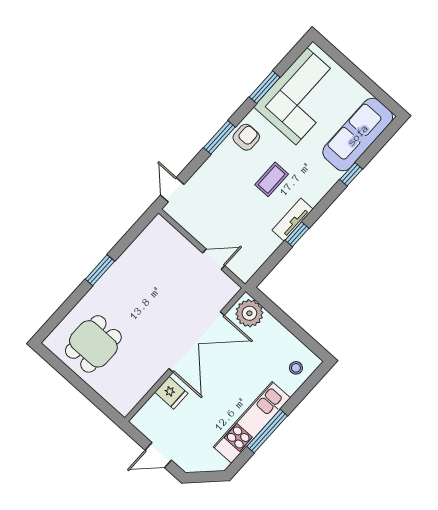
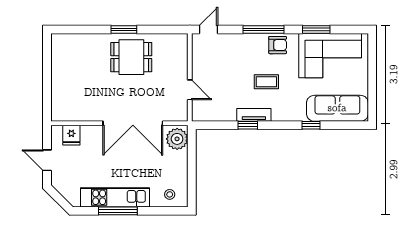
window: (219, 137) -> (264, 30), width x1.44
dining table: (93, 344) -> (131, 57), moved
fridge: (171, 393) -> (71, 135), moved

